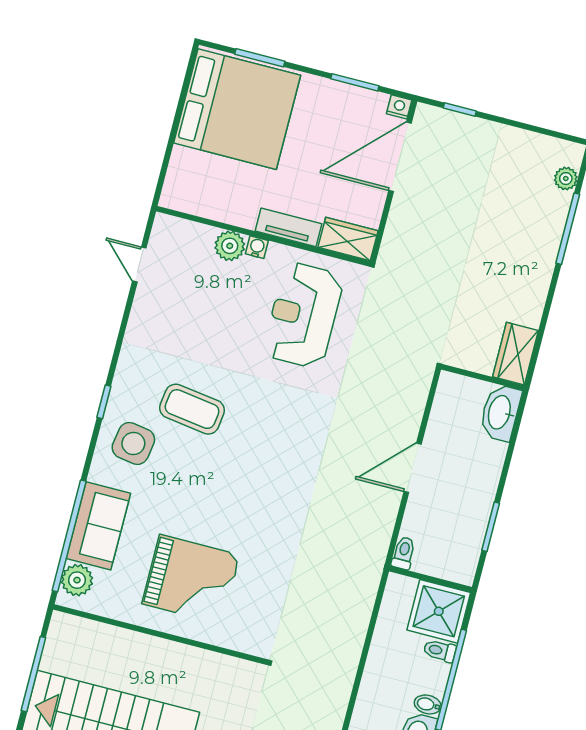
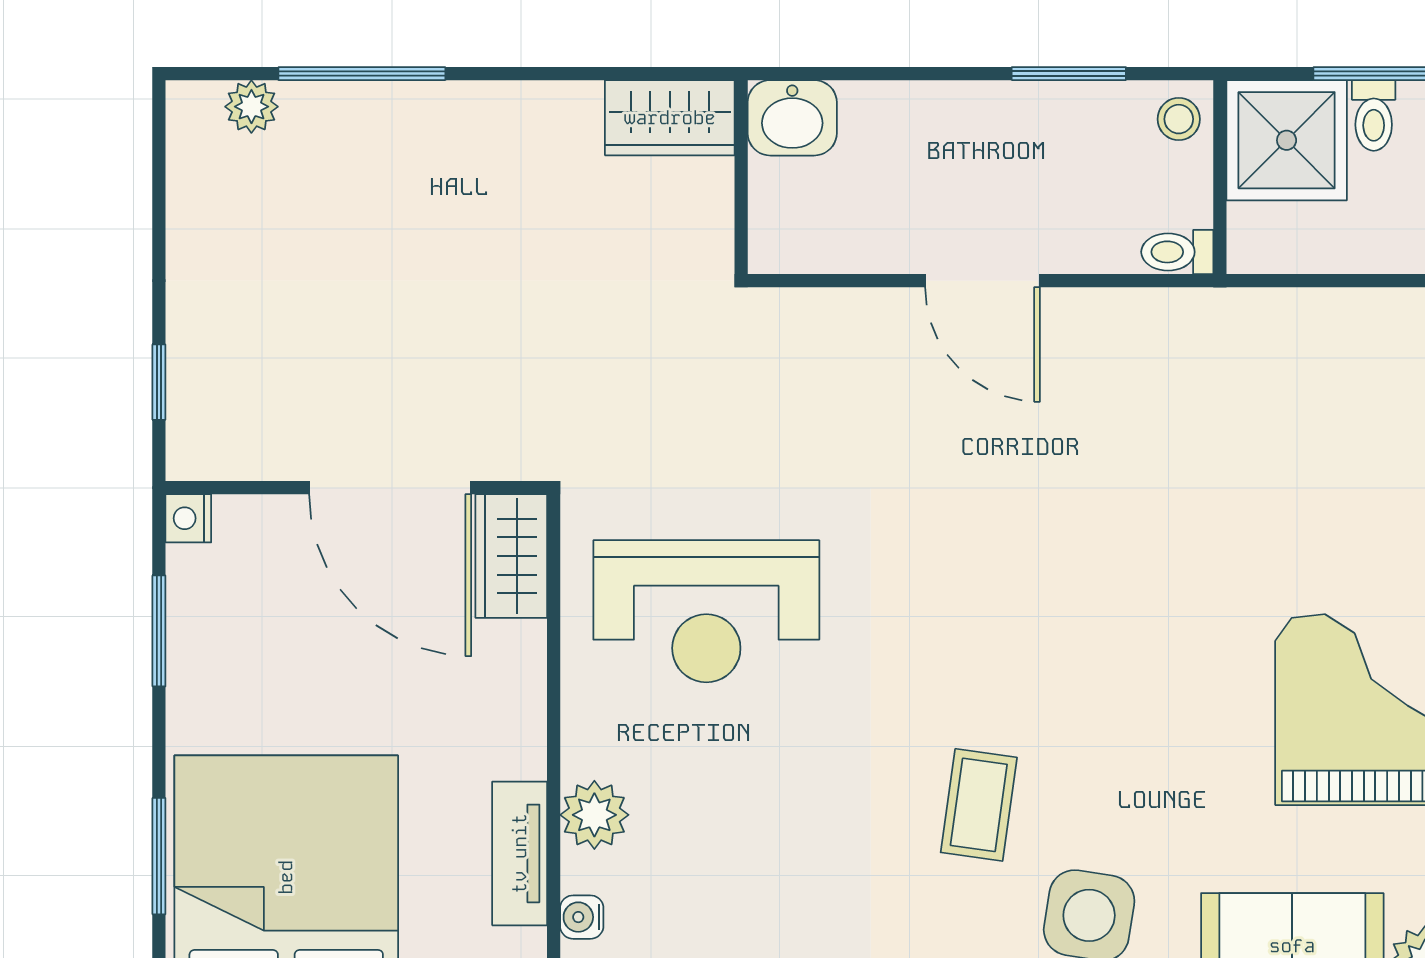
door: (400, 157) -> (390, 488), moved
tv unit: (288, 227) -> (520, 853), moved
water cooler: (257, 247) -> (582, 917), moved
coffee table: (192, 409) -> (979, 805), width x0.73, depth x0.77
washbasin: (500, 413) -> (792, 118), width x0.72
stool: (459, 568) -> (1179, 119), added

